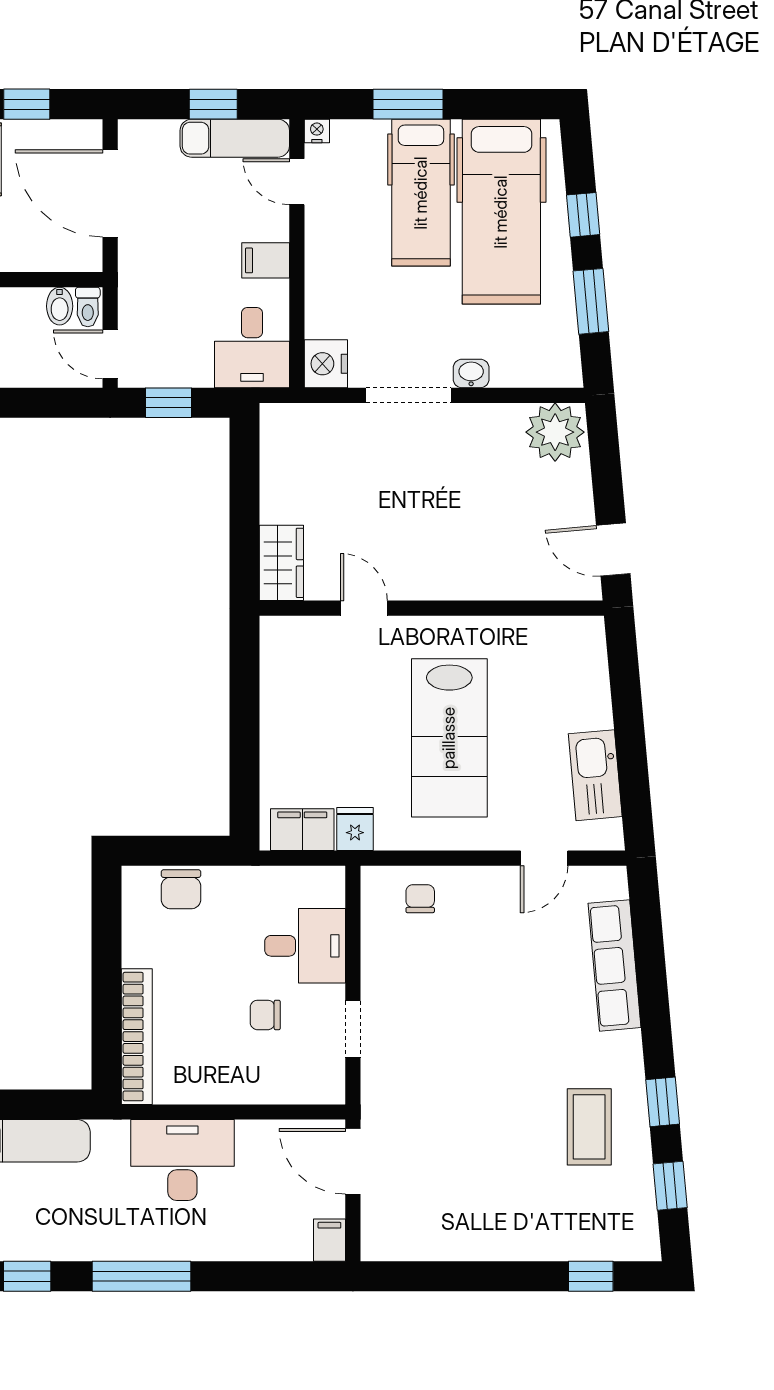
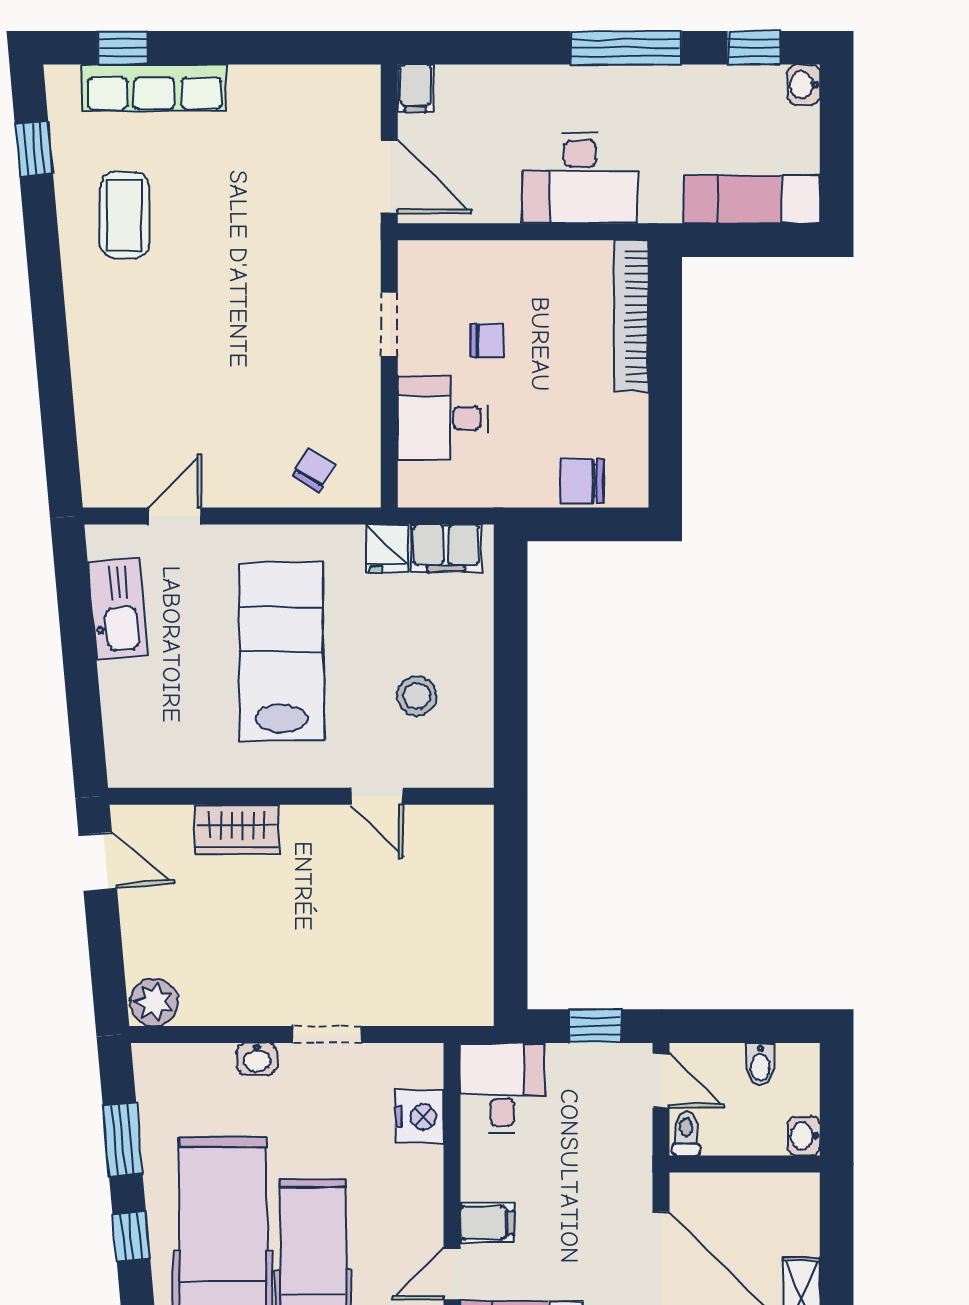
door: (297, 182) -> (452, 1274), swing flipped
filing cabinet: (266, 260) -> (487, 1223), moved
bidet: (60, 306) -> (760, 1064), moved, turned 180
nightstand: (326, 364) -> (419, 1117), moved
doorway: (408, 395) -> (327, 1034), width x0.73
plant: (555, 432) -> (154, 1002), width x0.73, depth x0.73
wardrobe: (281, 563) -> (237, 829), moved, turned -90
stool: (328, 698) -> (417, 696), added
chair: (181, 889) -> (582, 481), turned -90
chair: (420, 899) -> (314, 471), turned -149
row of seats: (615, 965) -> (154, 88), moved, turned 95
window: (663, 1102) -> (42, 243), removed

